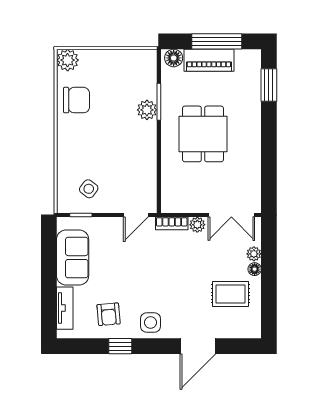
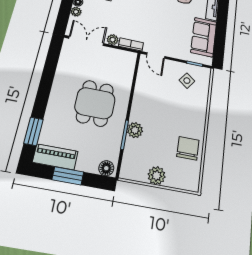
window: (217, 41) -> (68, 176), width x0.69
plant: (68, 60) -> (157, 176), moved
piano: (209, 60) -> (55, 157), moved
chair: (76, 100) -> (188, 148), turned 90
door: (136, 215) -> (156, 56), swing flipped

